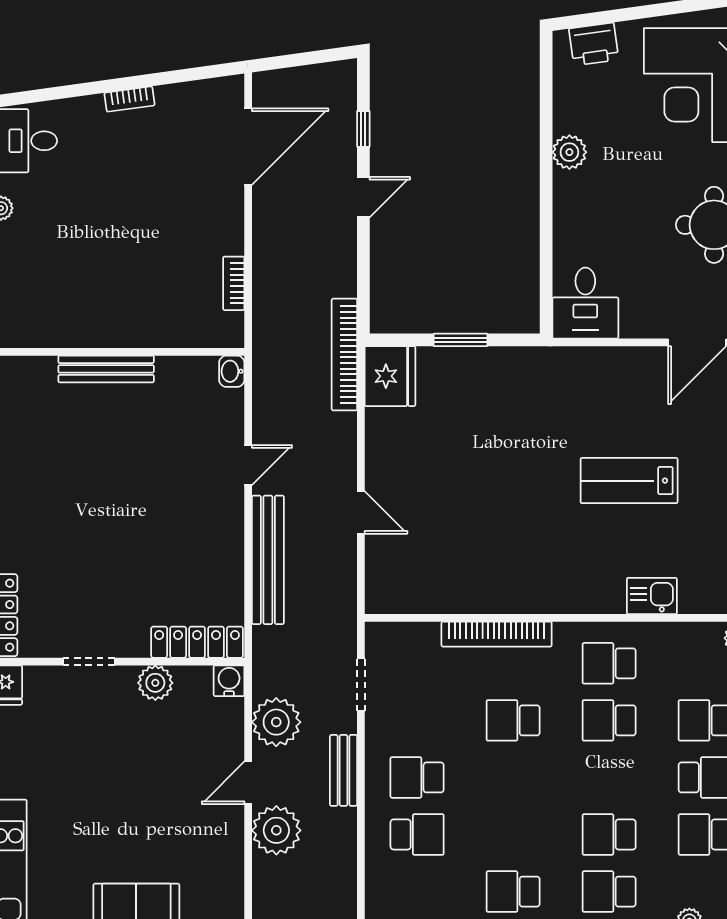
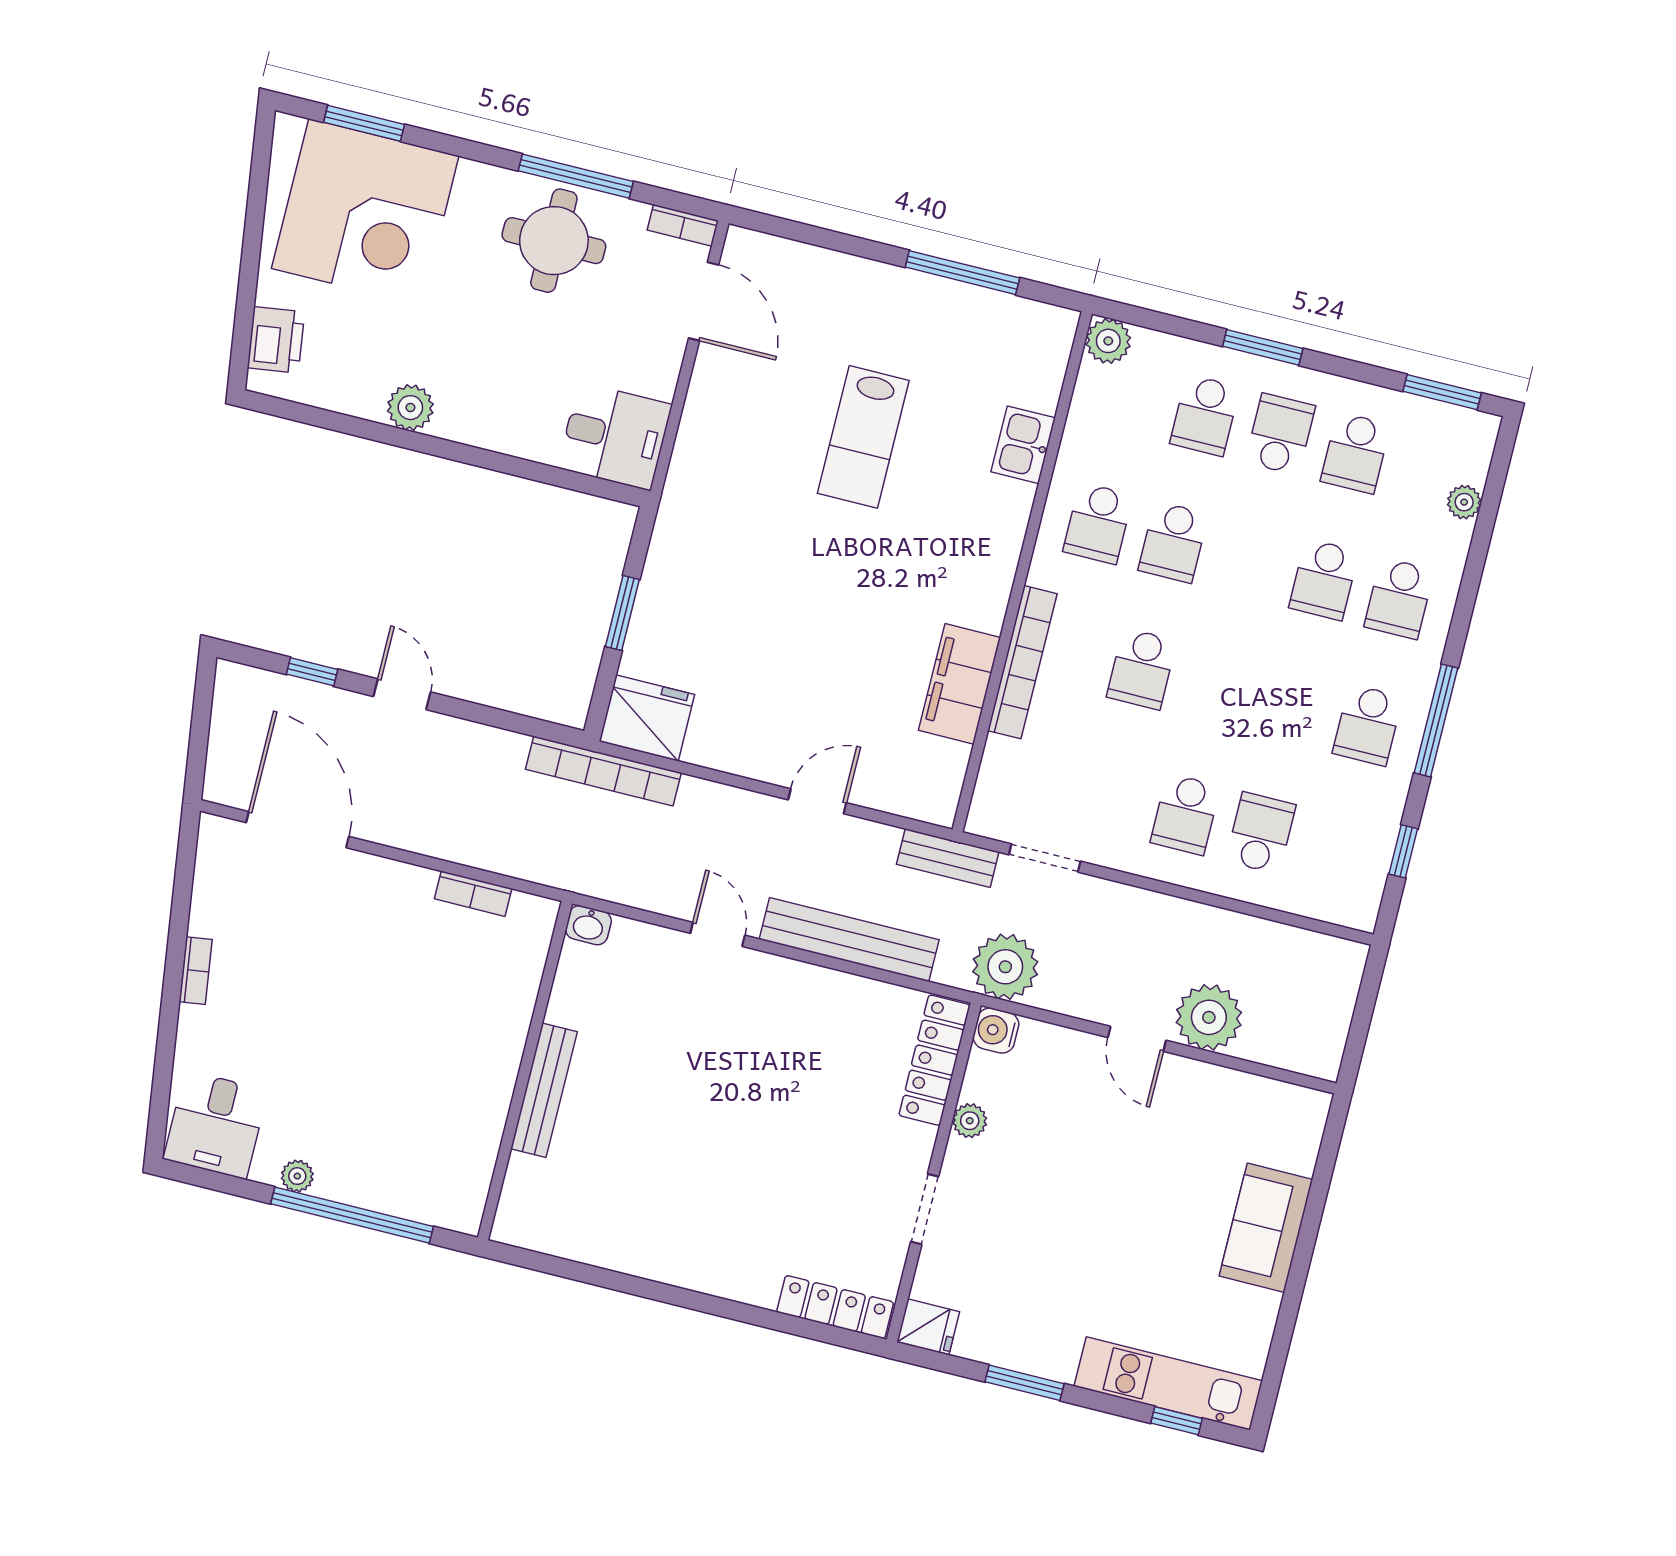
filing cabinet: (470, 593) -> (959, 684), added
plant: (155, 683) -> (970, 1121), width x0.73, depth x0.73
plant: (276, 722) -> (1005, 967), moved
bench: (344, 770) -> (948, 858), moved

